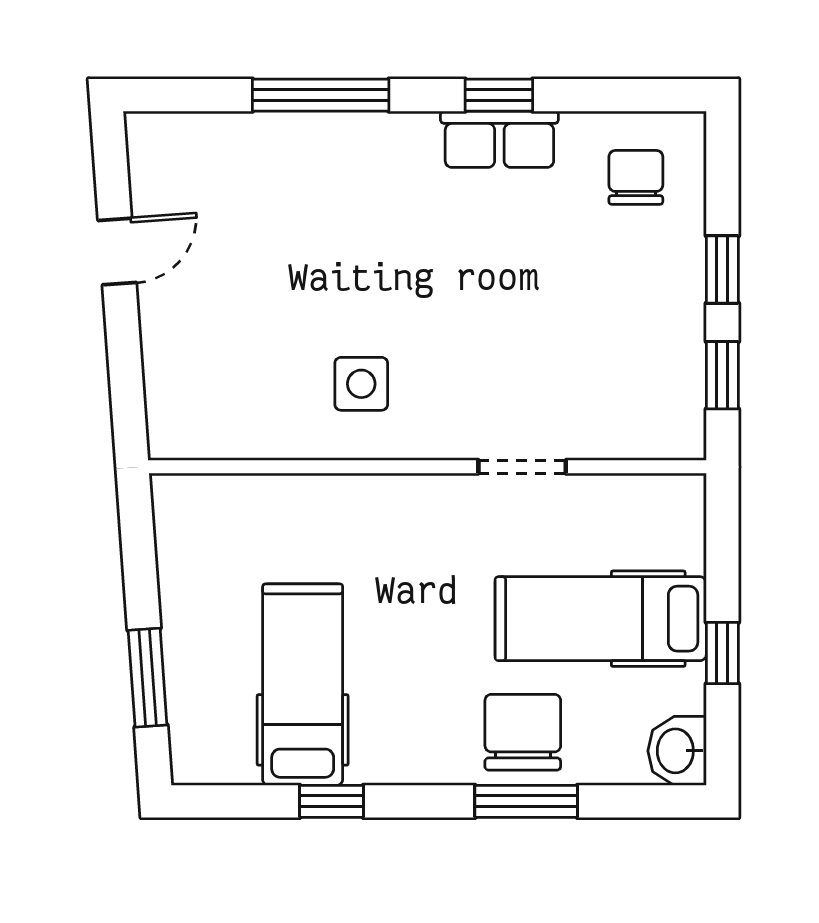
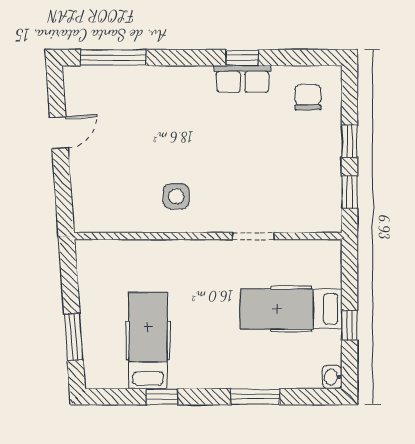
window: (321, 95) -> (113, 58), moved
chair: (523, 732) -> (254, 363), removed
washbasin: (677, 751) -> (332, 377), width x0.72, depth x0.69

